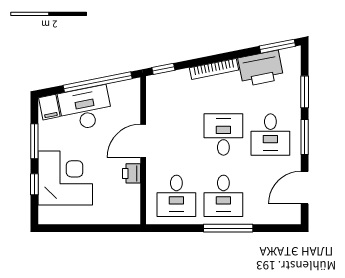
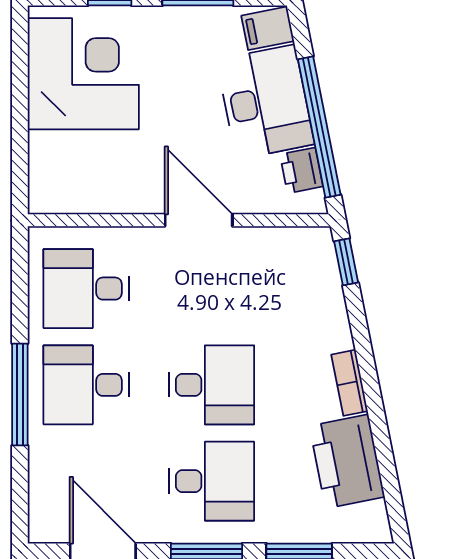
window: (277, 46) -> (393, 495), removed
bookcase: (214, 69) -> (349, 383), width x0.64
desk: (270, 135) -> (212, 481), turned 180
printer: (131, 173) -> (301, 170), moved, turned -101
corner desk: (65, 178) -> (83, 74), moved, turned -90

